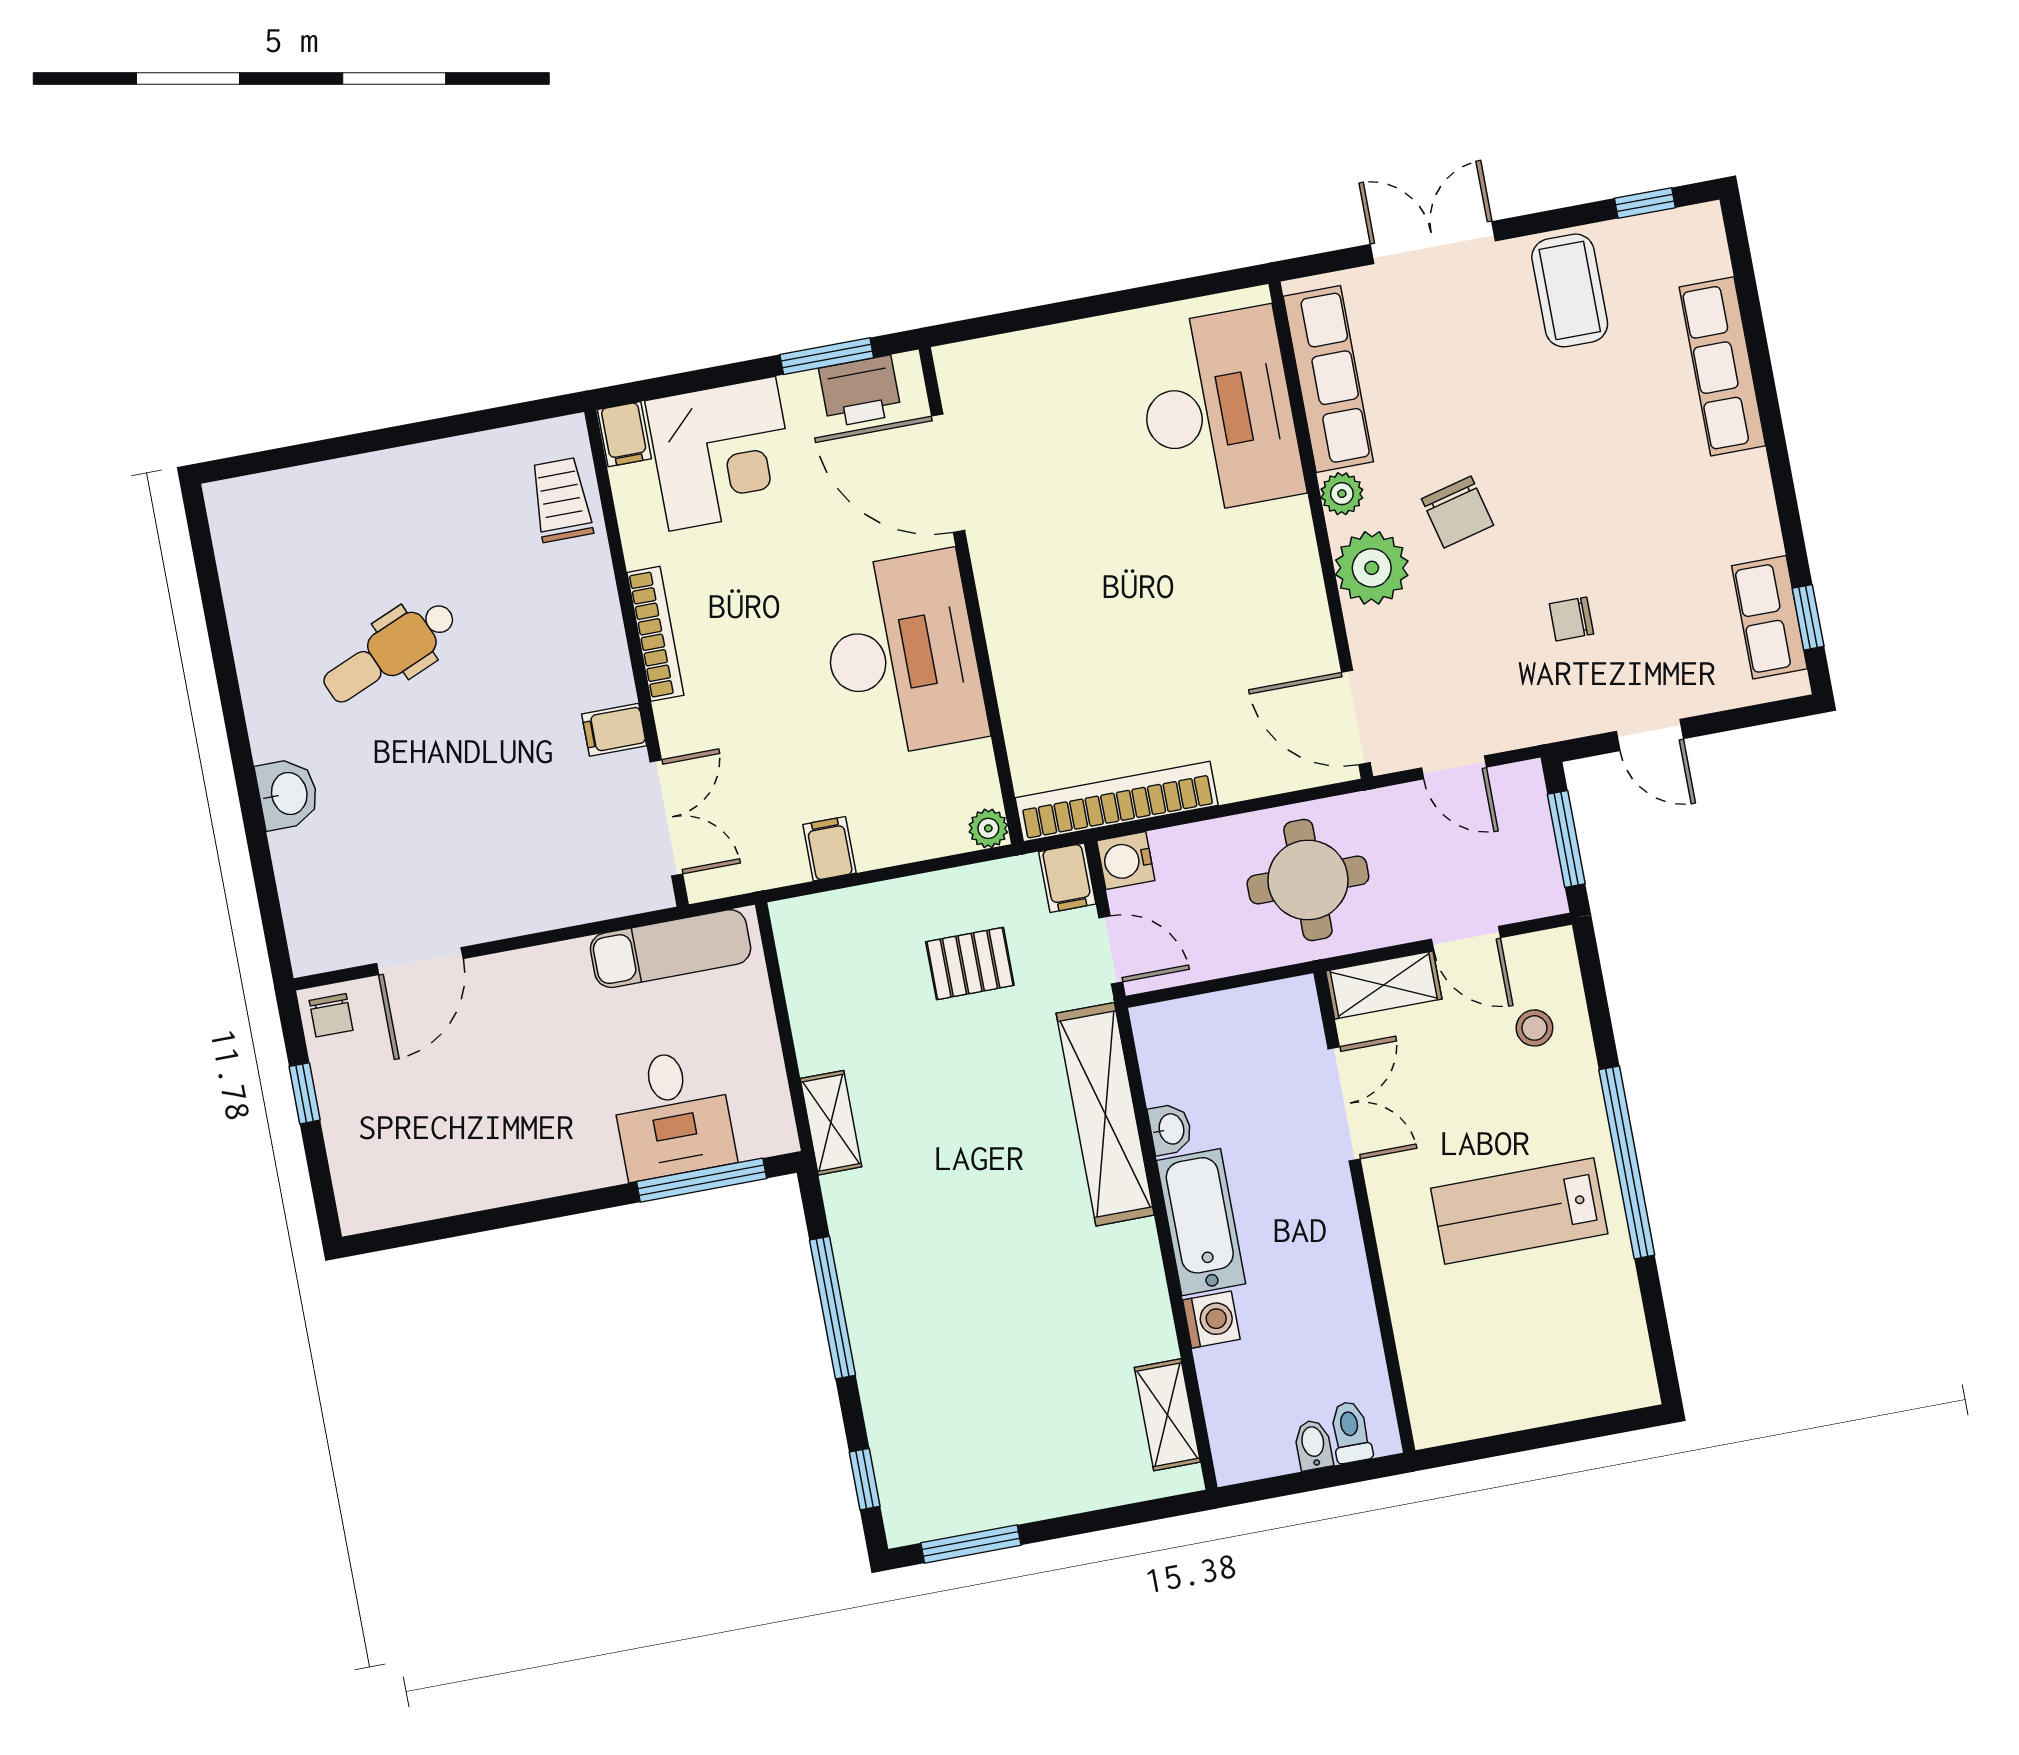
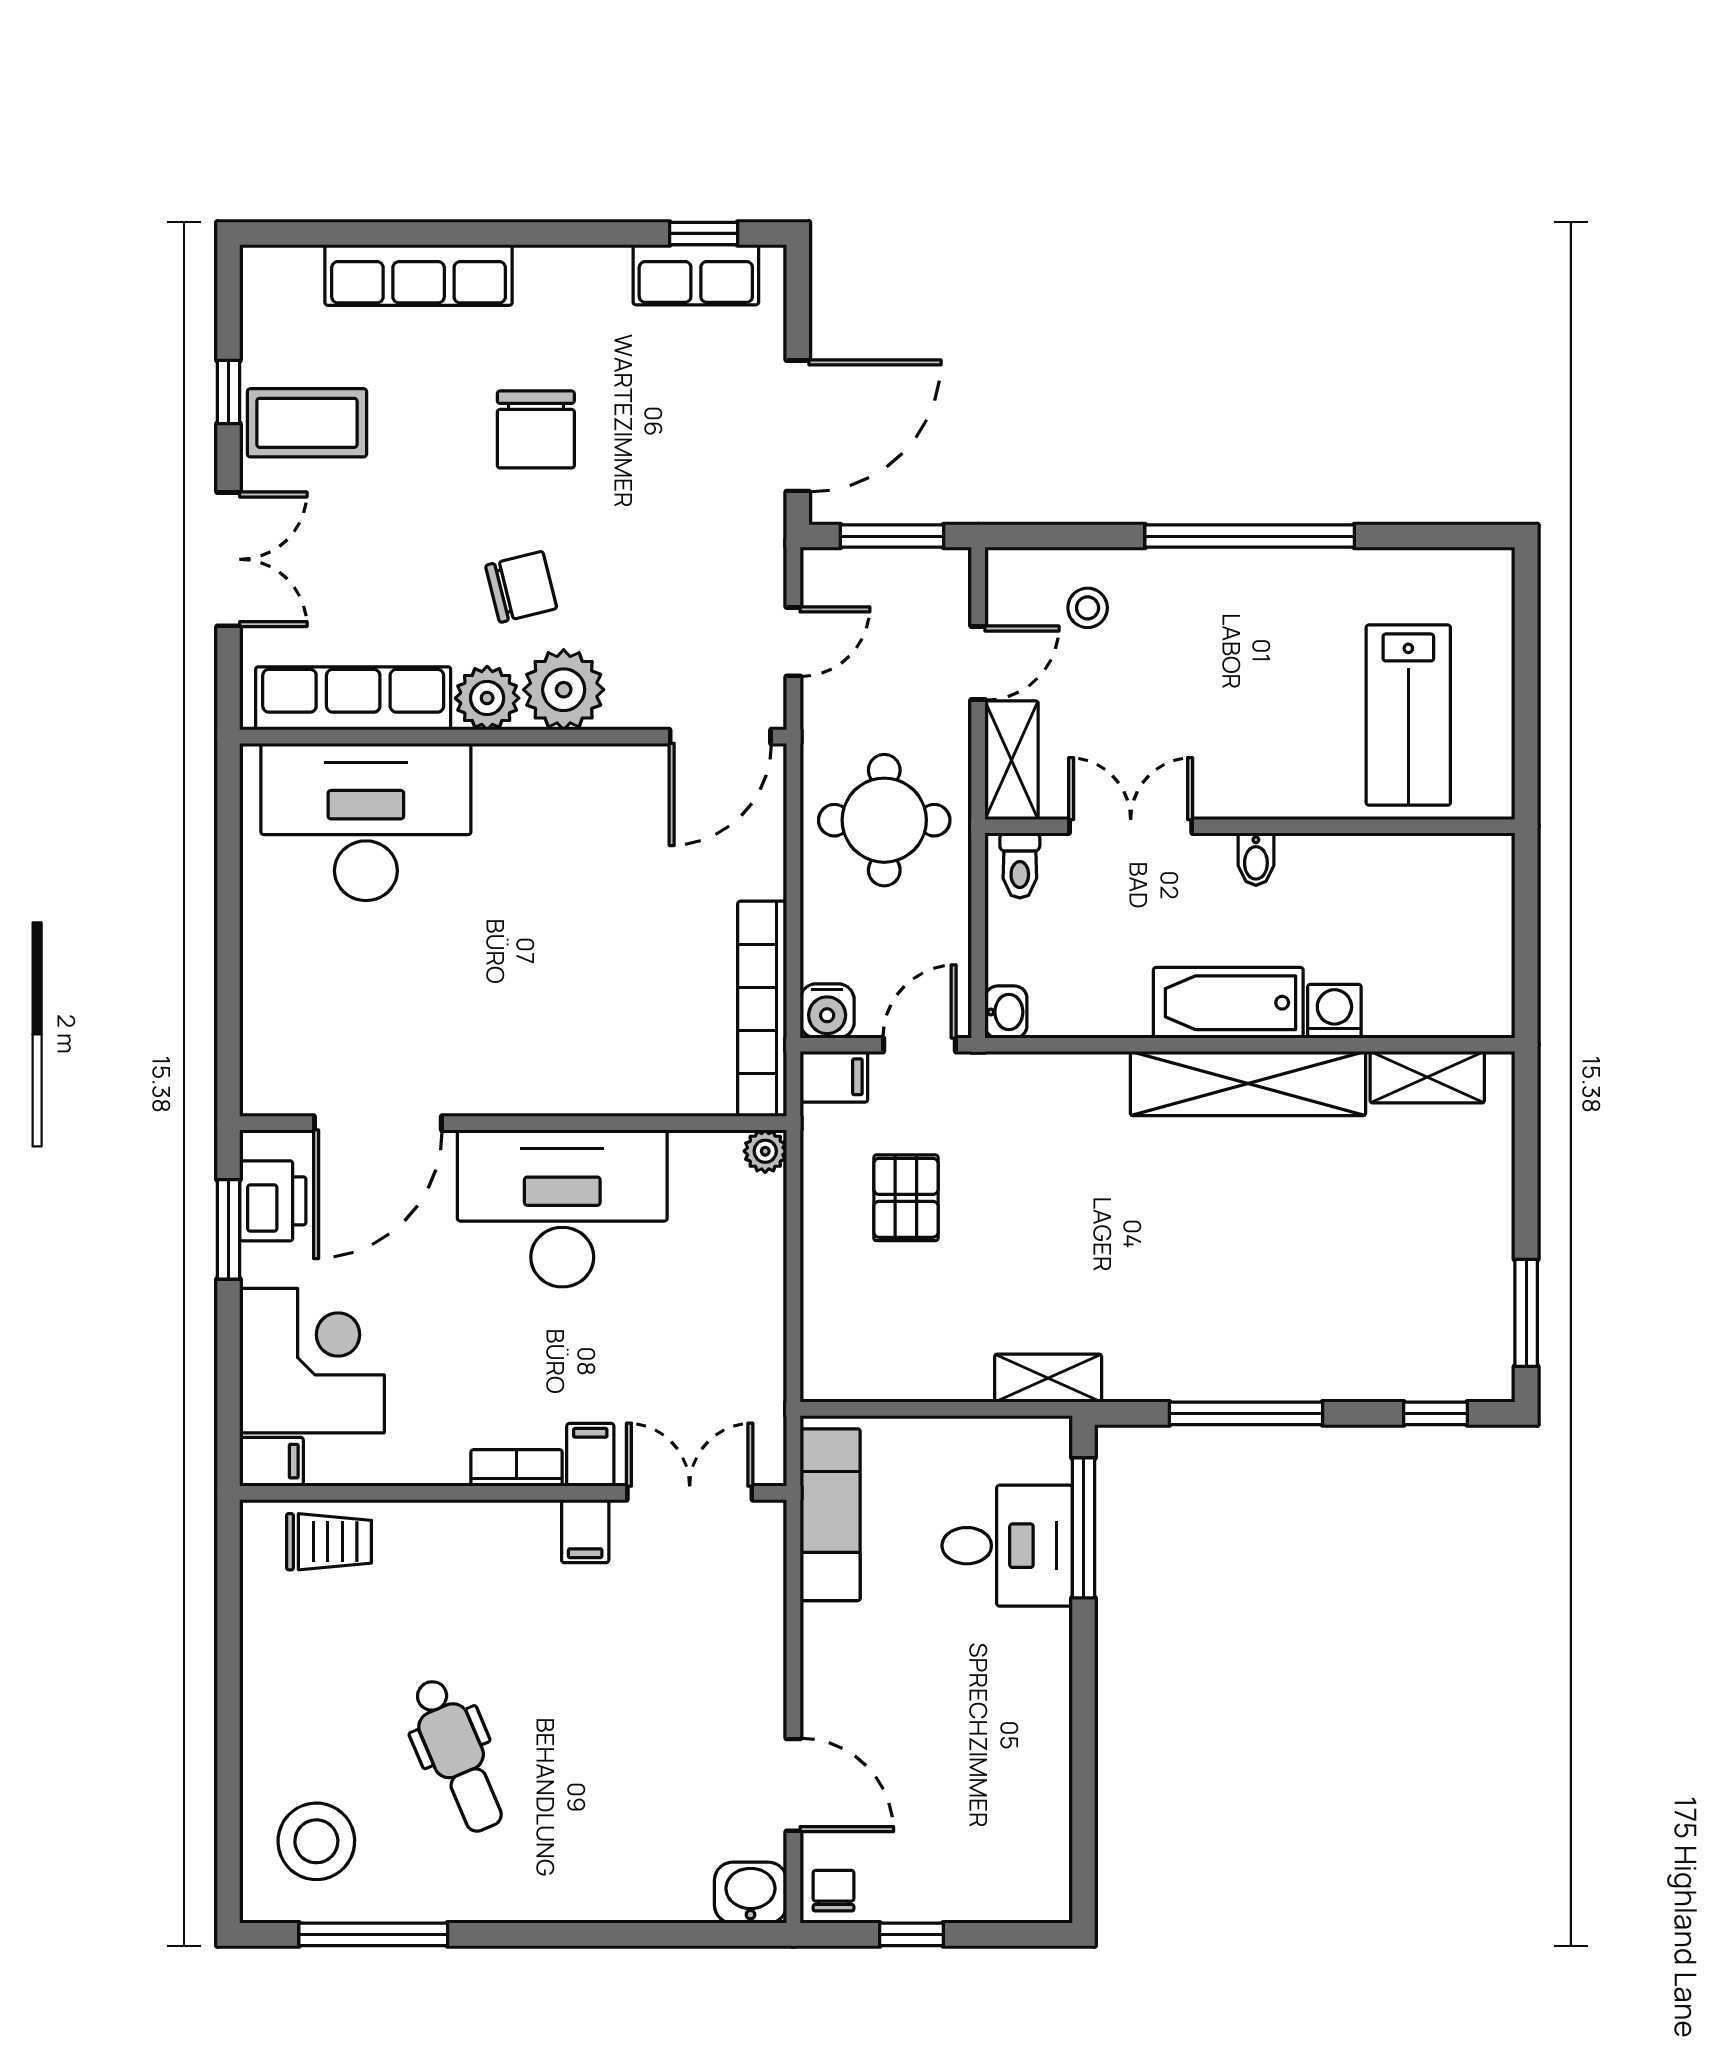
window: (1645, 203) -> (229, 392), moved
double door: (1433, 243) -> (229, 559), swing flipped
plant: (1342, 494) -> (487, 698), width x1.38, depth x1.38
trolley: (561, 500) -> (329, 1542), turned 180
stool: (288, 539) -> (316, 1841), added
window: (213, 606) -> (373, 1934), added
chair: (1571, 619) -> (536, 429), moved, width x1.87, depth x1.87
bookcase: (655, 634) -> (517, 1468), width x0.64
door: (1650, 735) -> (798, 426), width x1.87
washbasin: (288, 794) -> (750, 1893), moved
filing cabinet: (829, 849) -> (590, 1455), moved, turned 90
chair: (331, 1015) -> (833, 1891), turned -90
shelving: (1105, 1114) -> (1248, 1084), moved
washbasin: (1170, 1129) -> (1006, 1012), moved, turned 90
lab bench: (1519, 1211) -> (1408, 715), moved
toilet: (1351, 1432) -> (1020, 865), moved, turned -90
bidet: (1313, 1445) -> (1256, 859), moved, turned -90

